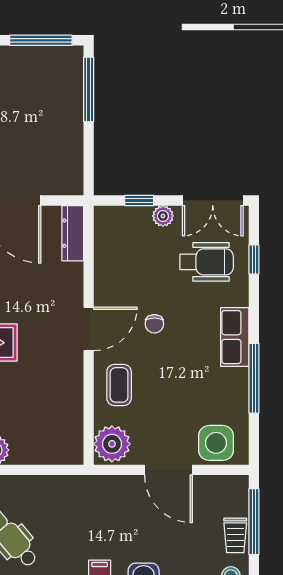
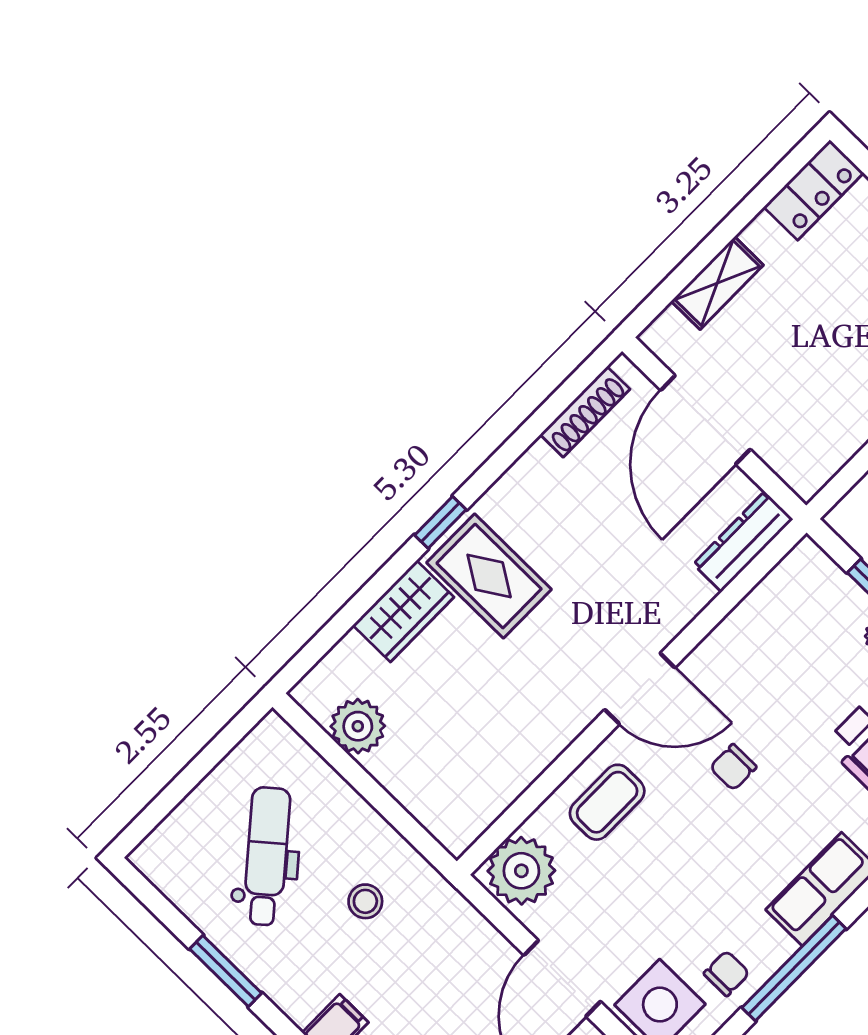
chair: (230, 406) -> (727, 973), added
stool: (63, 515) -> (365, 901), added

